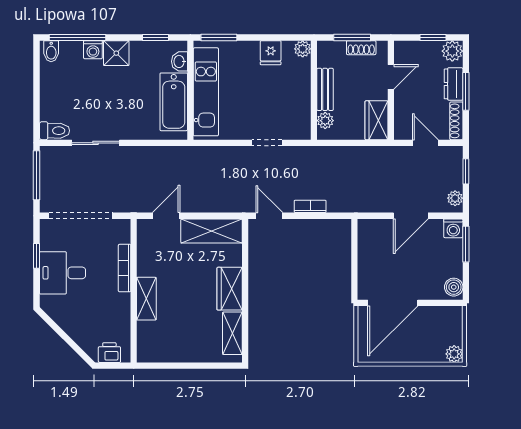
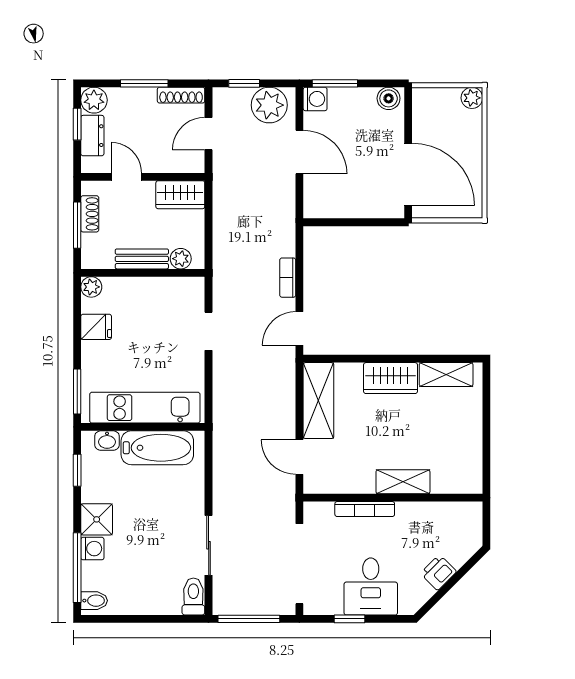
dresser: (454, 84) -> (92, 136), moved, turned -90
plant: (455, 198) -> (269, 105), width x1.87, depth x1.87
printer: (109, 353) -> (438, 572), moved, turned 45

